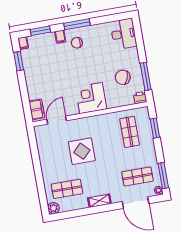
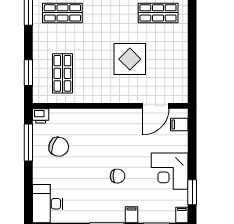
chair: (77, 43) -> (118, 176), moved
corner desk: (91, 98) -> (170, 171), moved, turned 90
filing cabinet: (37, 109) -> (179, 124), width x0.50

